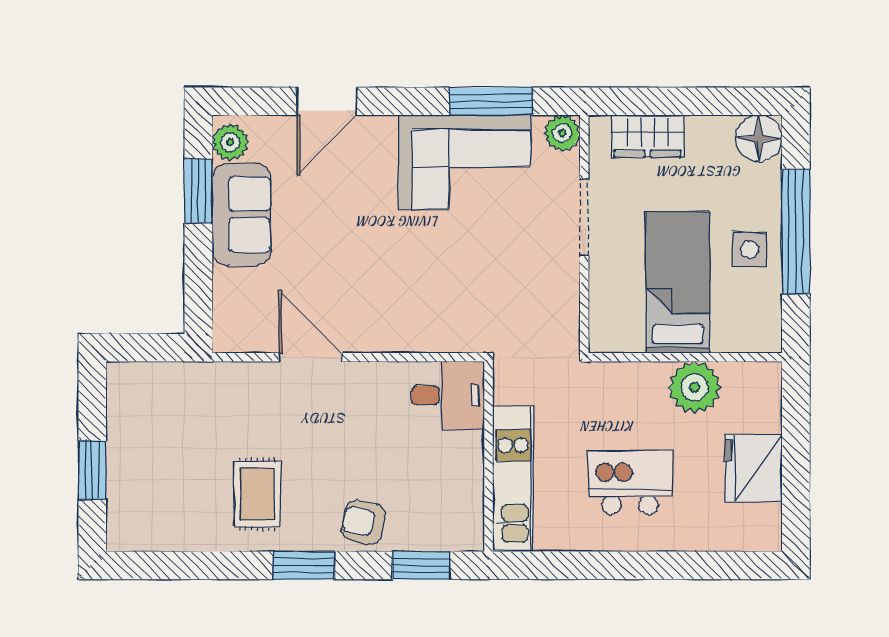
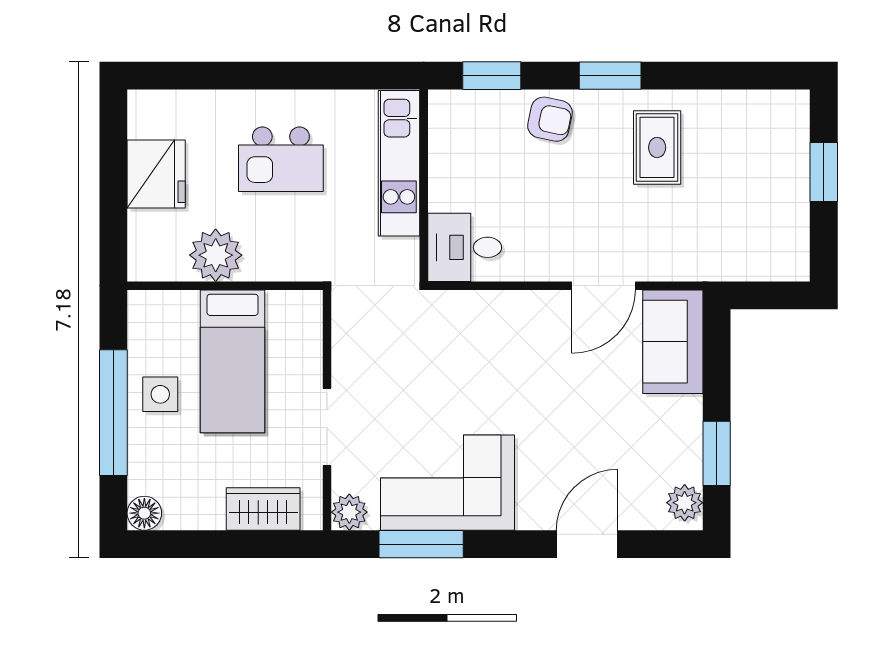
floor lamp: (759, 138) -> (144, 513), width x0.73, depth x0.73
sofa: (242, 214) -> (673, 342), moved
door: (310, 357) -> (603, 286), hinge flipped

